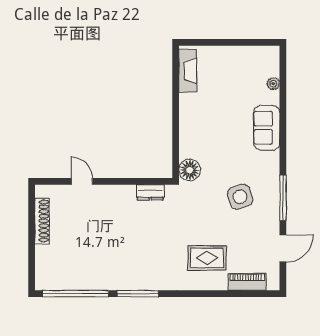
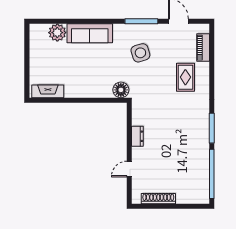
plant: (273, 84) -> (57, 33), width x1.88, depth x1.88
sofa: (267, 128) -> (90, 33), width x1.36
dresser: (150, 192) -> (137, 136), moved

